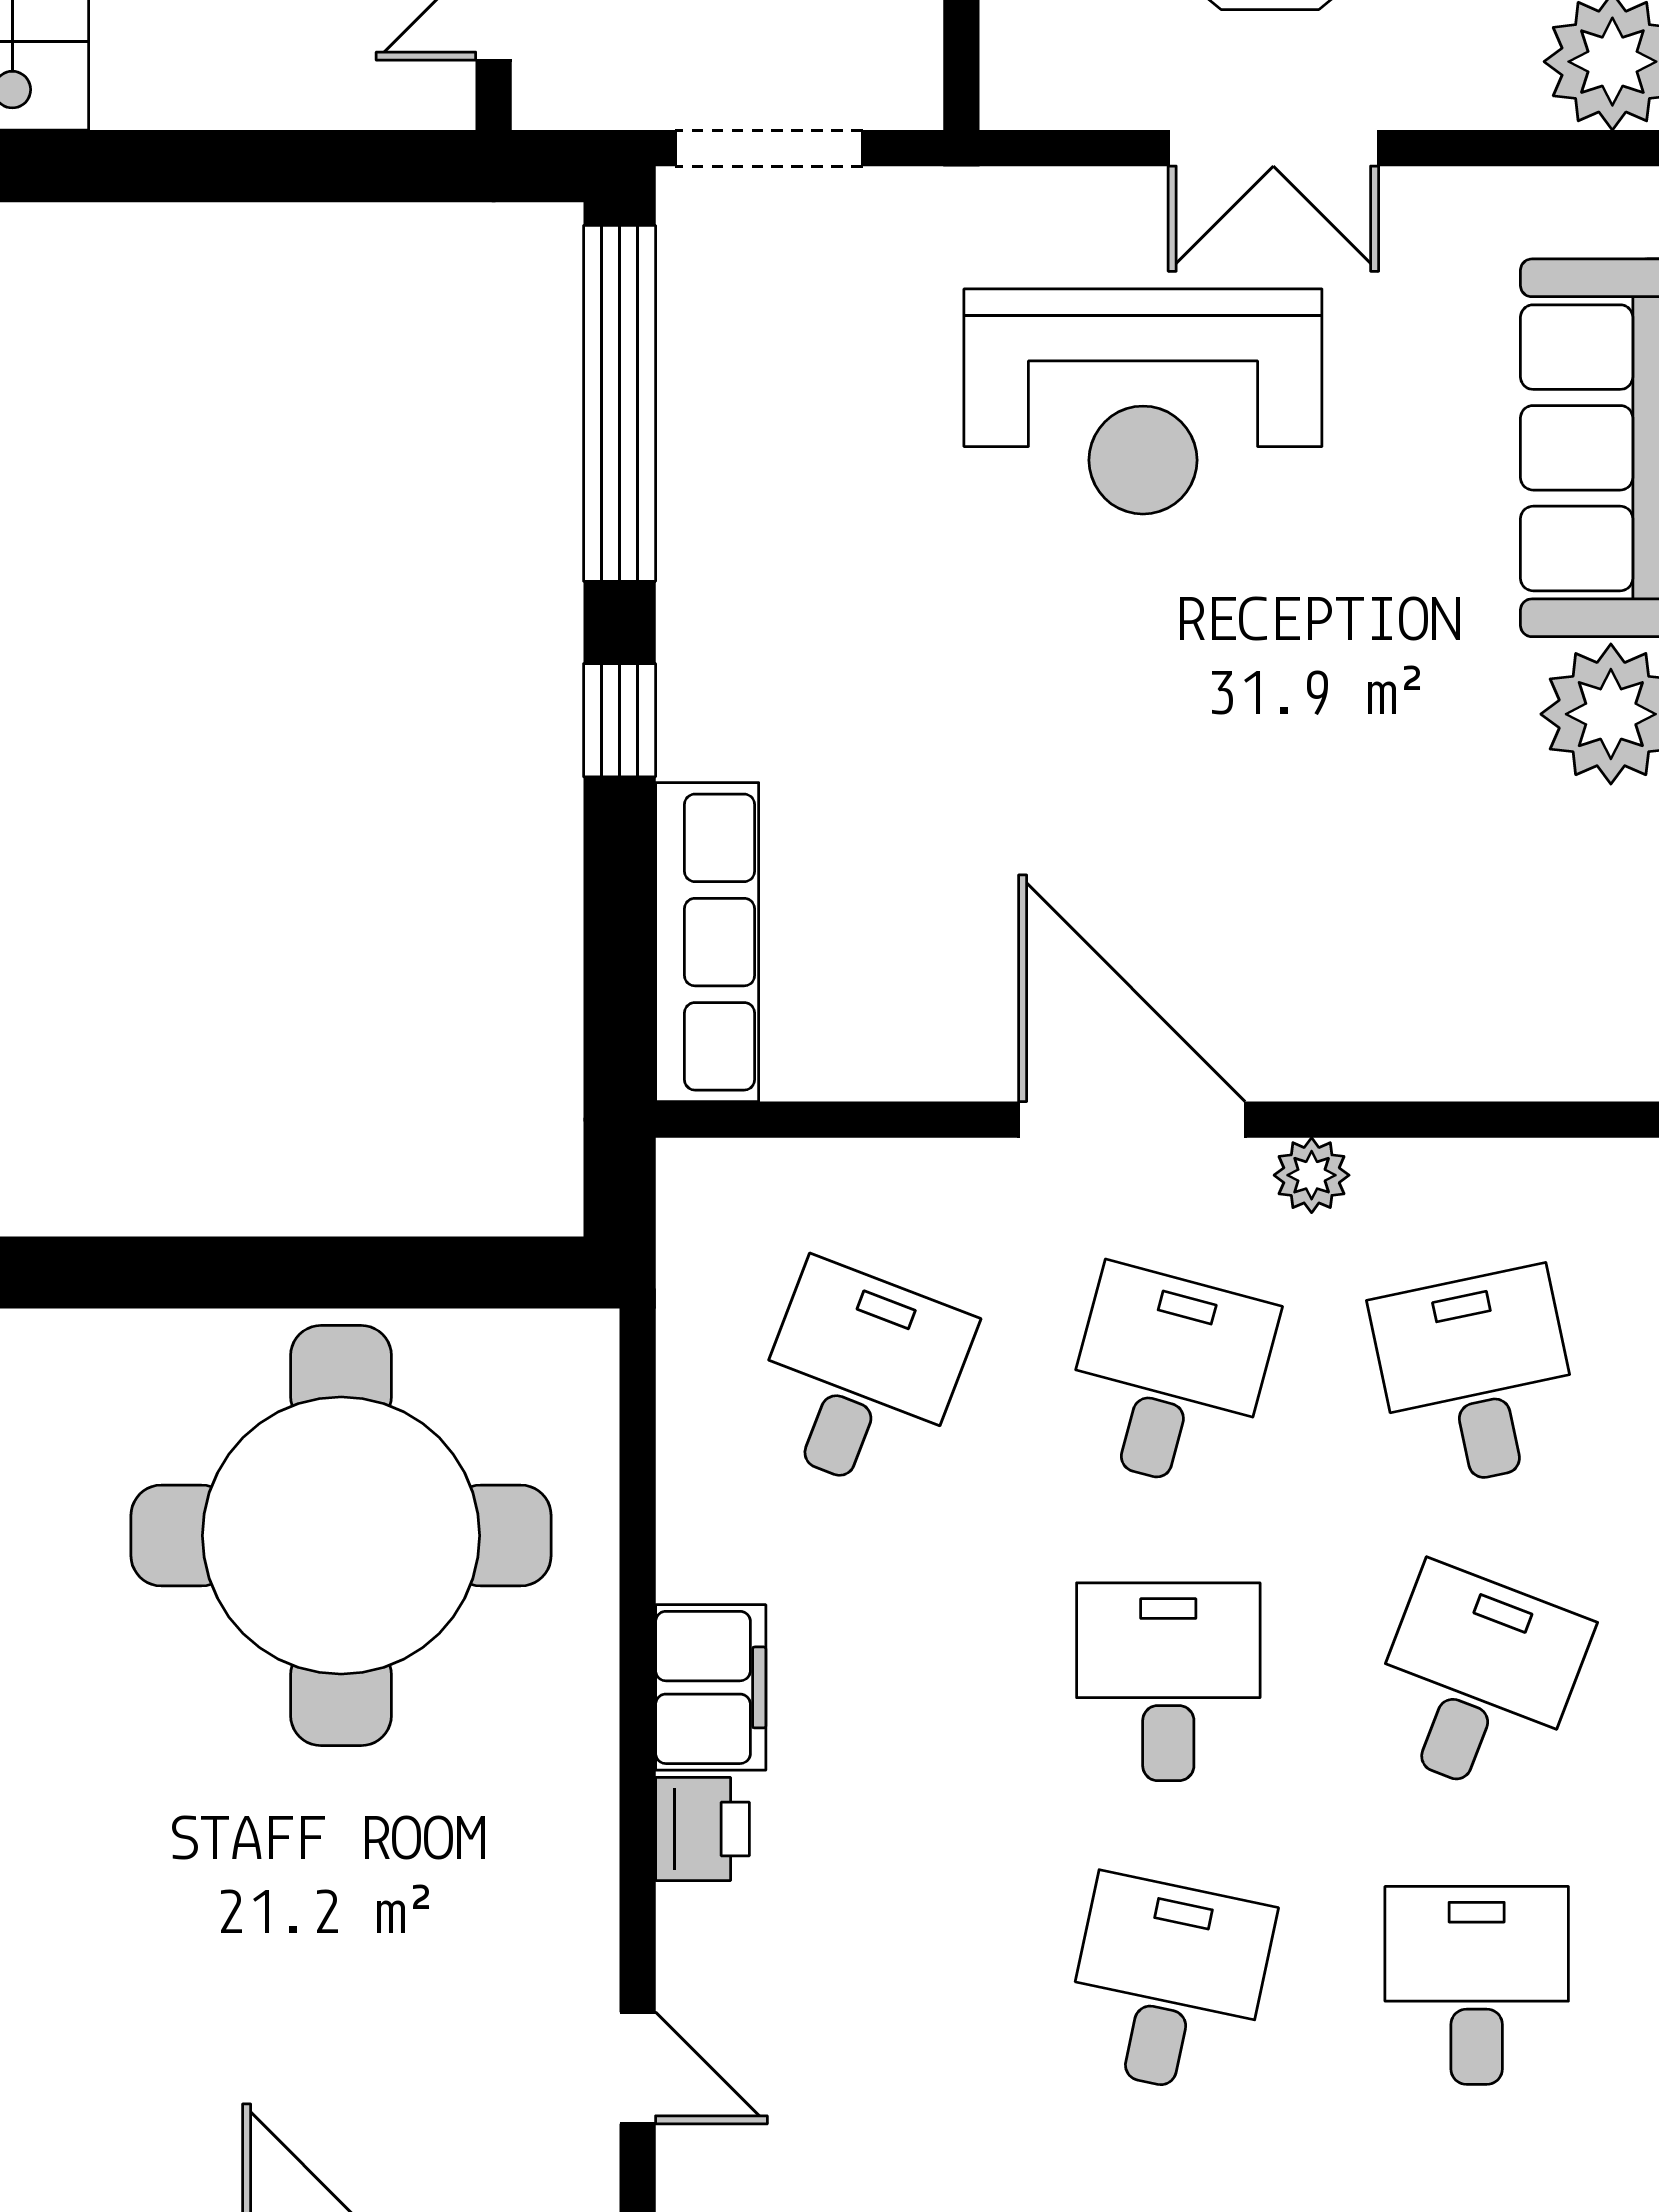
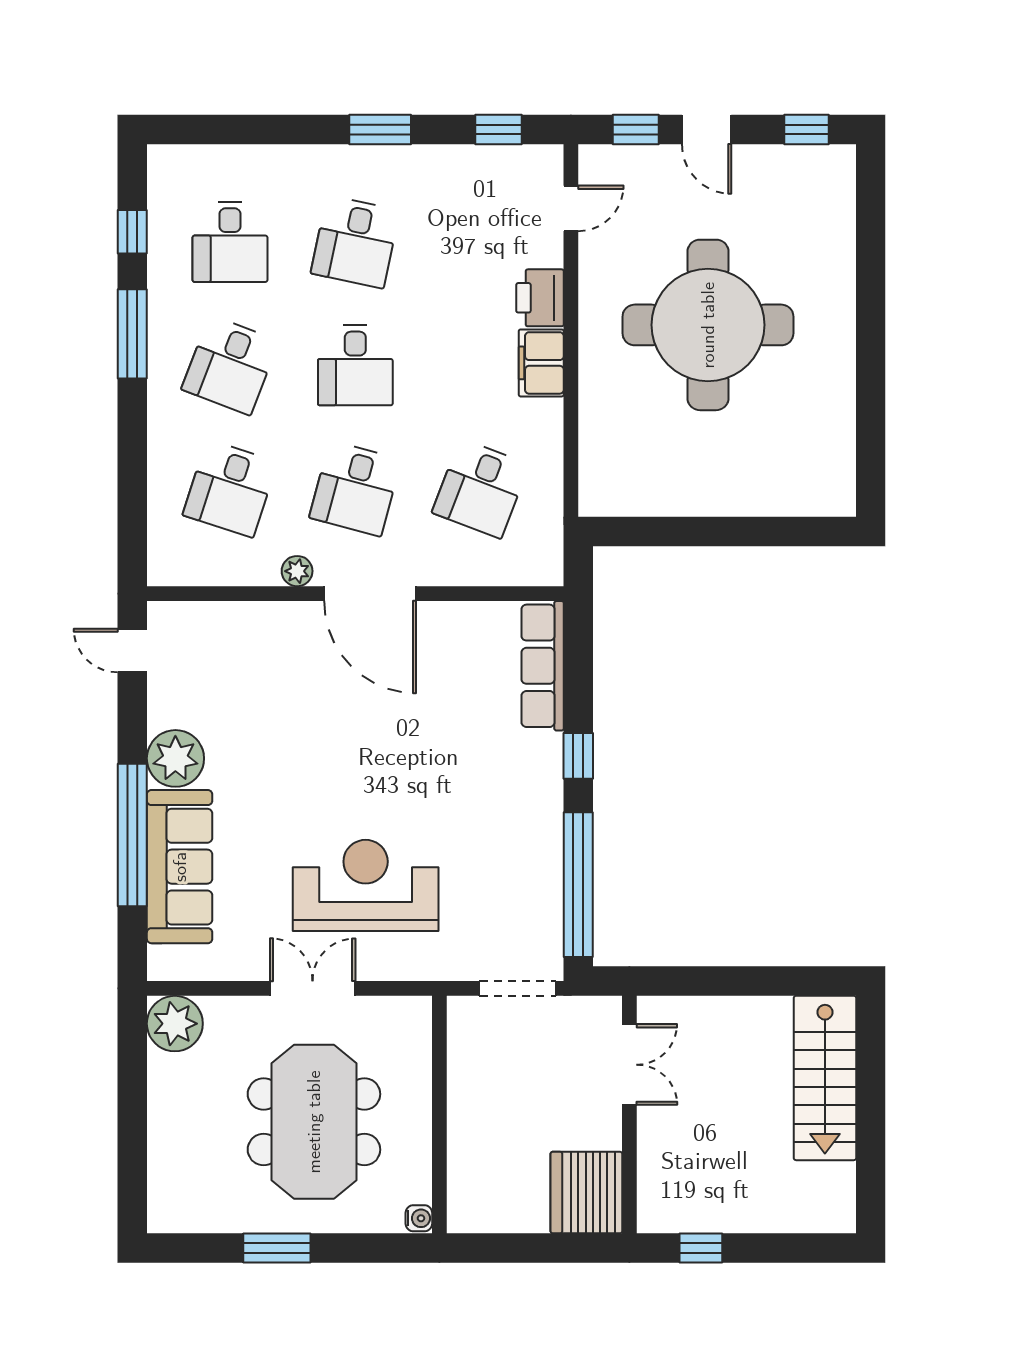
desk: (1477, 1378) -> (230, 489), turned 30
round table: (341, 1536) -> (708, 325), moved
printer: (702, 1829) -> (540, 298), width x1.36, depth x1.24
door: (638, 2068) -> (571, 208), swing flipped

